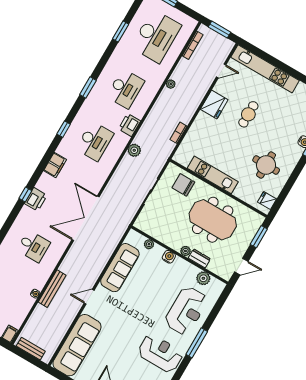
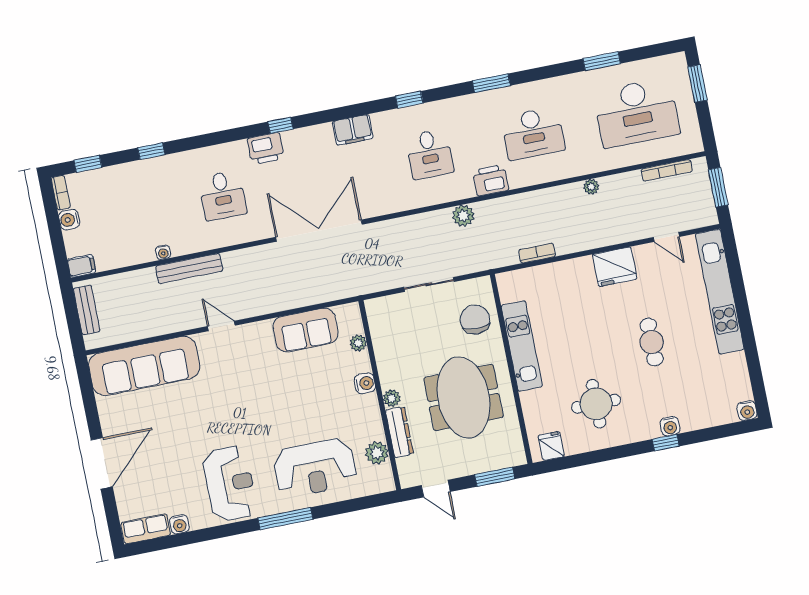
cafe table: (248, 114) -> (652, 342), moved, turned 90
desk: (95, 141) -> (430, 154), width x0.73
printer: (36, 199) -> (266, 148), moved
dresser: (199, 258) -> (399, 432), width x1.44
sofa: (120, 268) -> (306, 330), width x0.73

